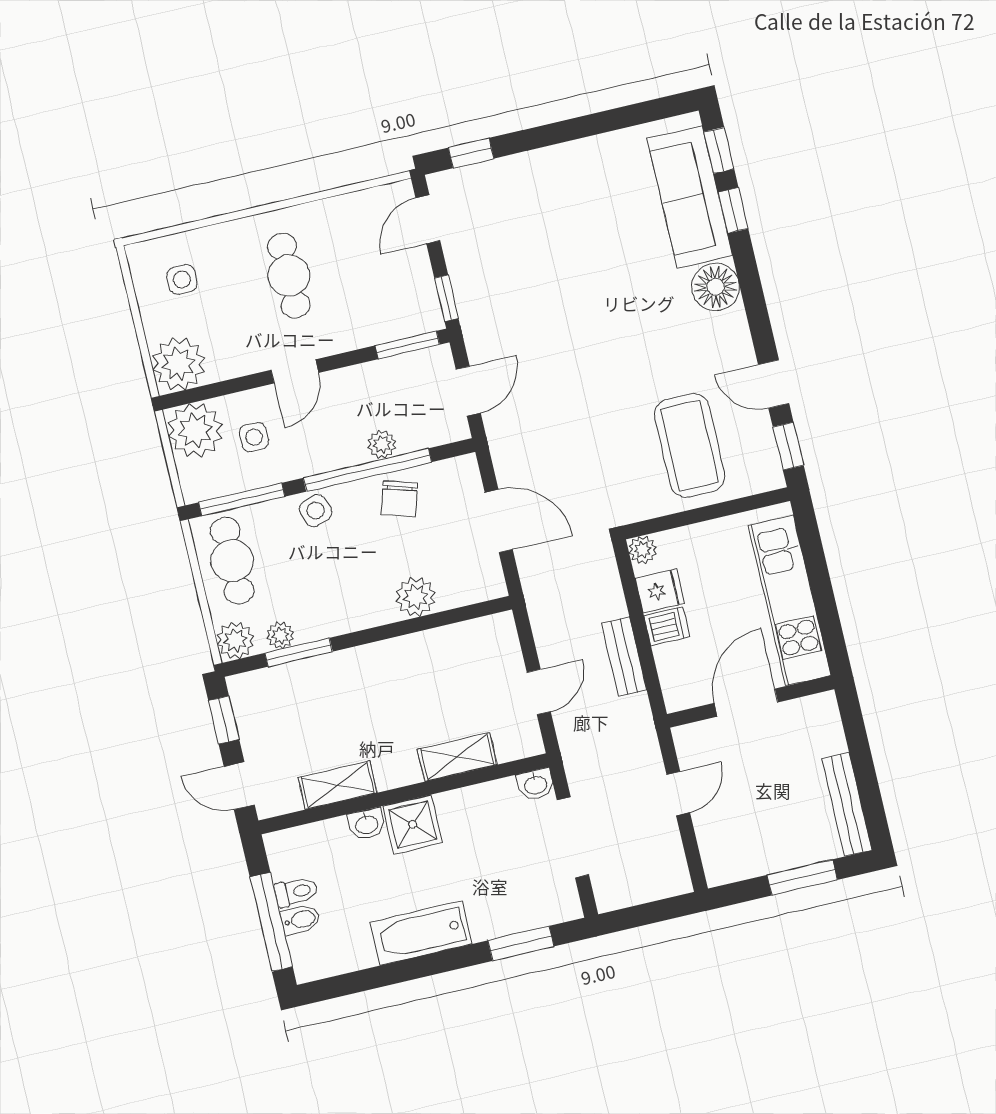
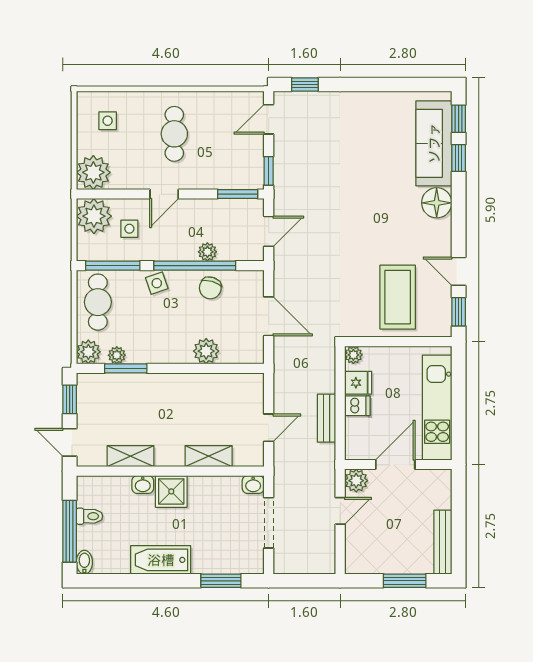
plant: (692, 741) -> (356, 481), added
bidet: (301, 920) -> (84, 562), moved, turned -90

